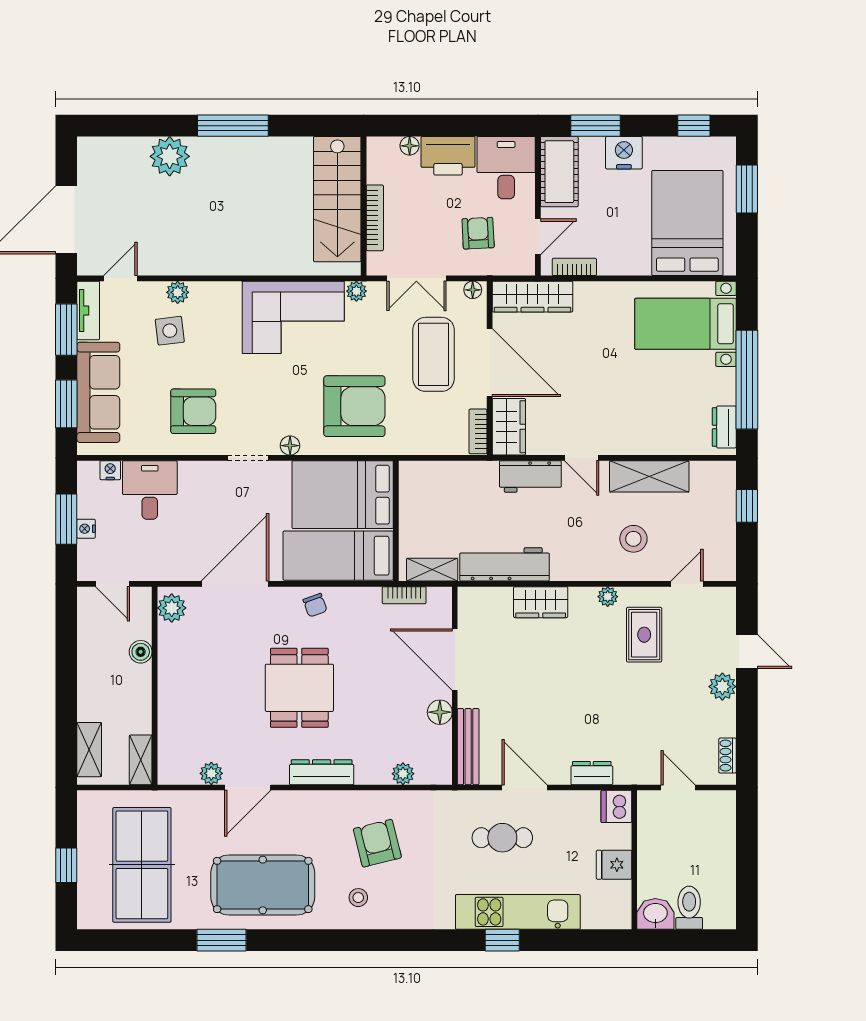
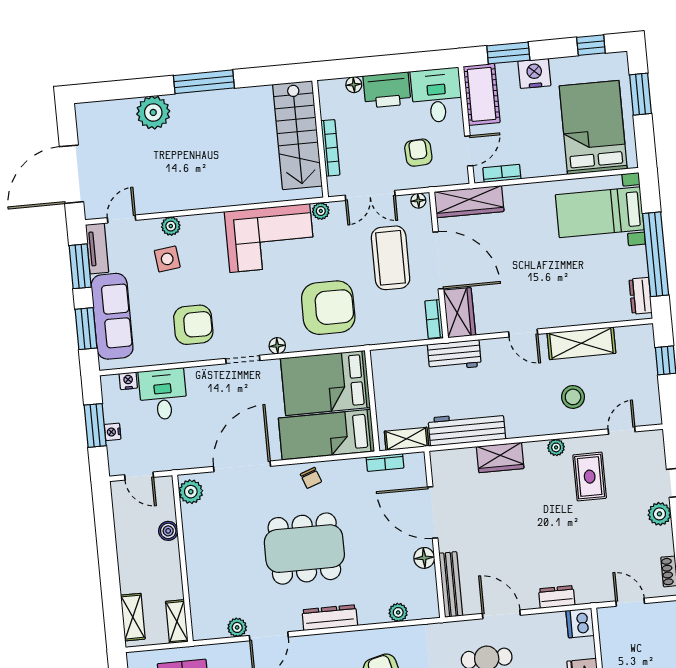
workbench: (530, 477) -> (454, 355), moved
dining table: (299, 688) -> (304, 549), width x1.38

